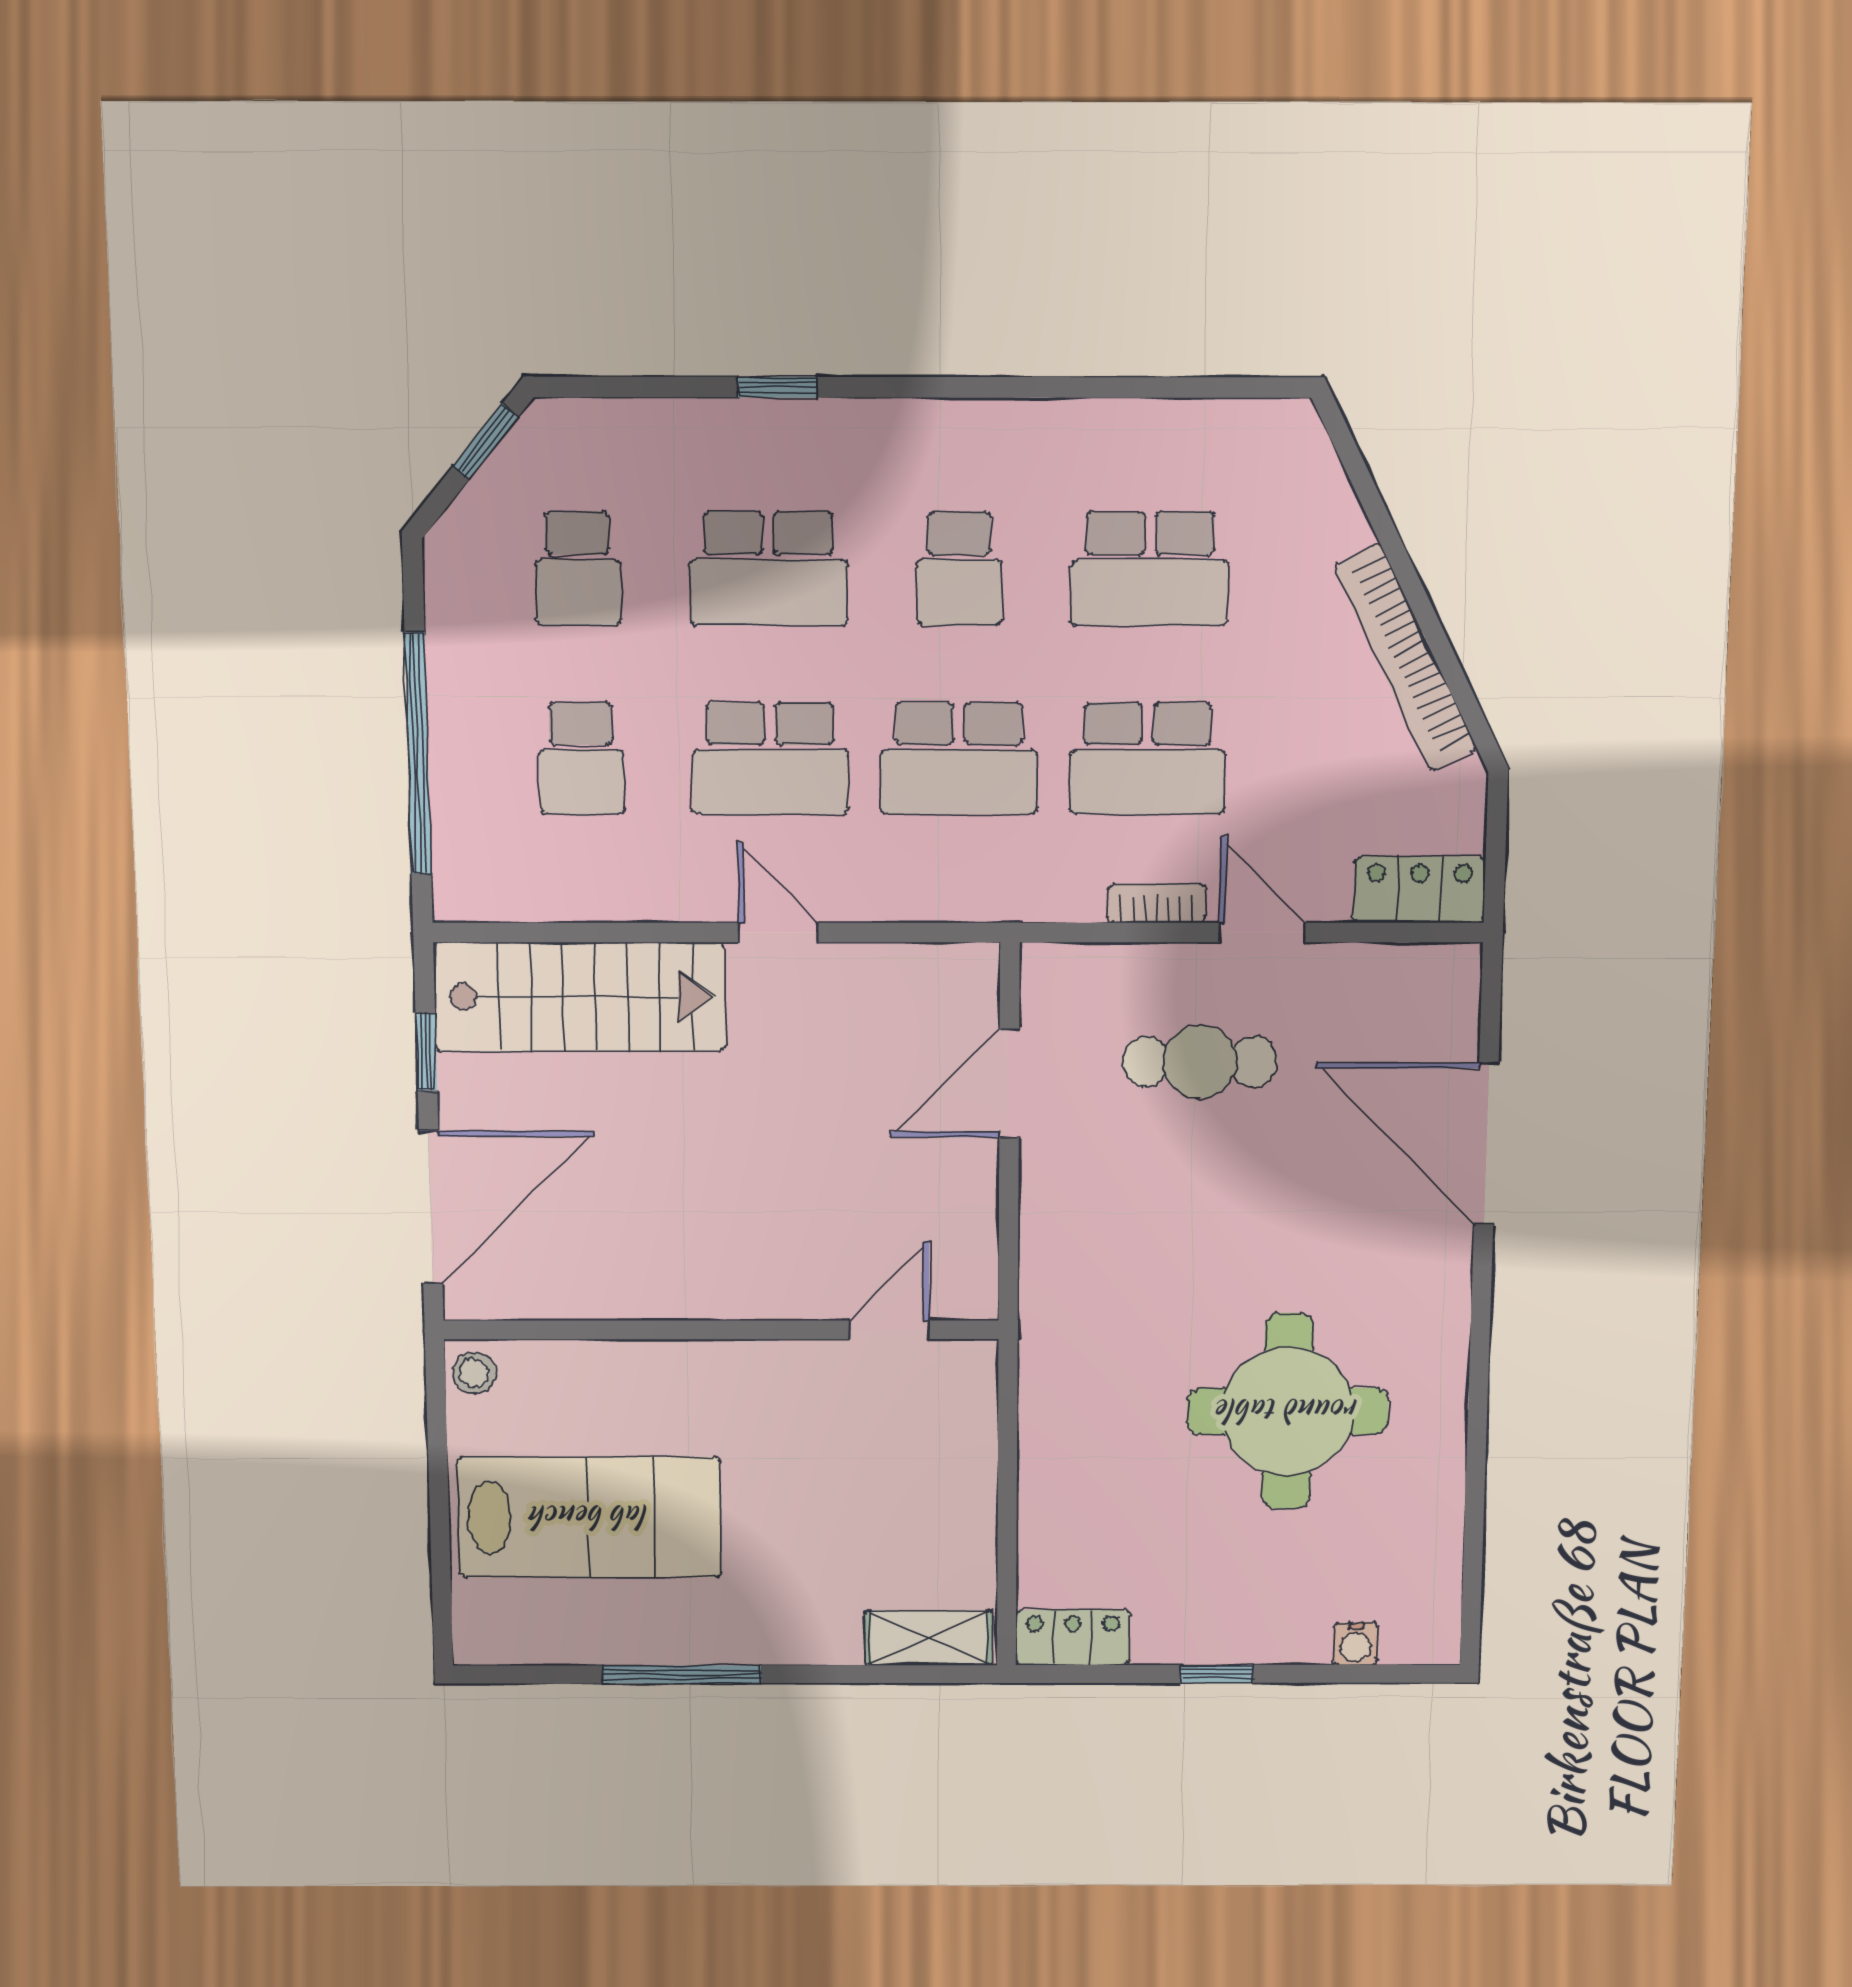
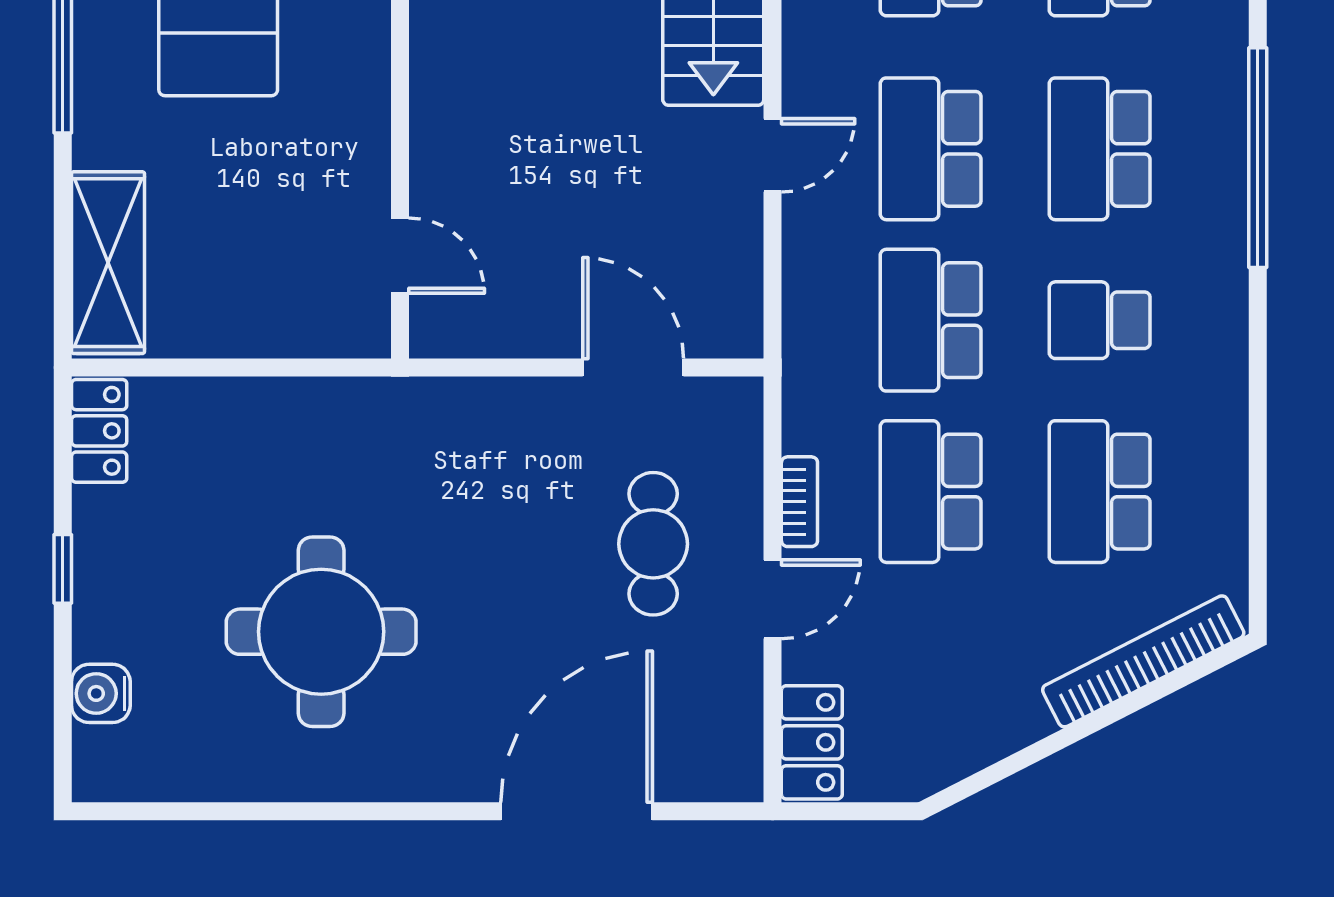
window: (777, 387) -> (1258, 158), width x3.17
bookcase: (1405, 658) -> (1143, 661), moved
shelving: (929, 1638) -> (108, 263), width x1.50, depth x1.33
water cooler: (1356, 1644) -> (101, 693), width x1.38, depth x1.38

